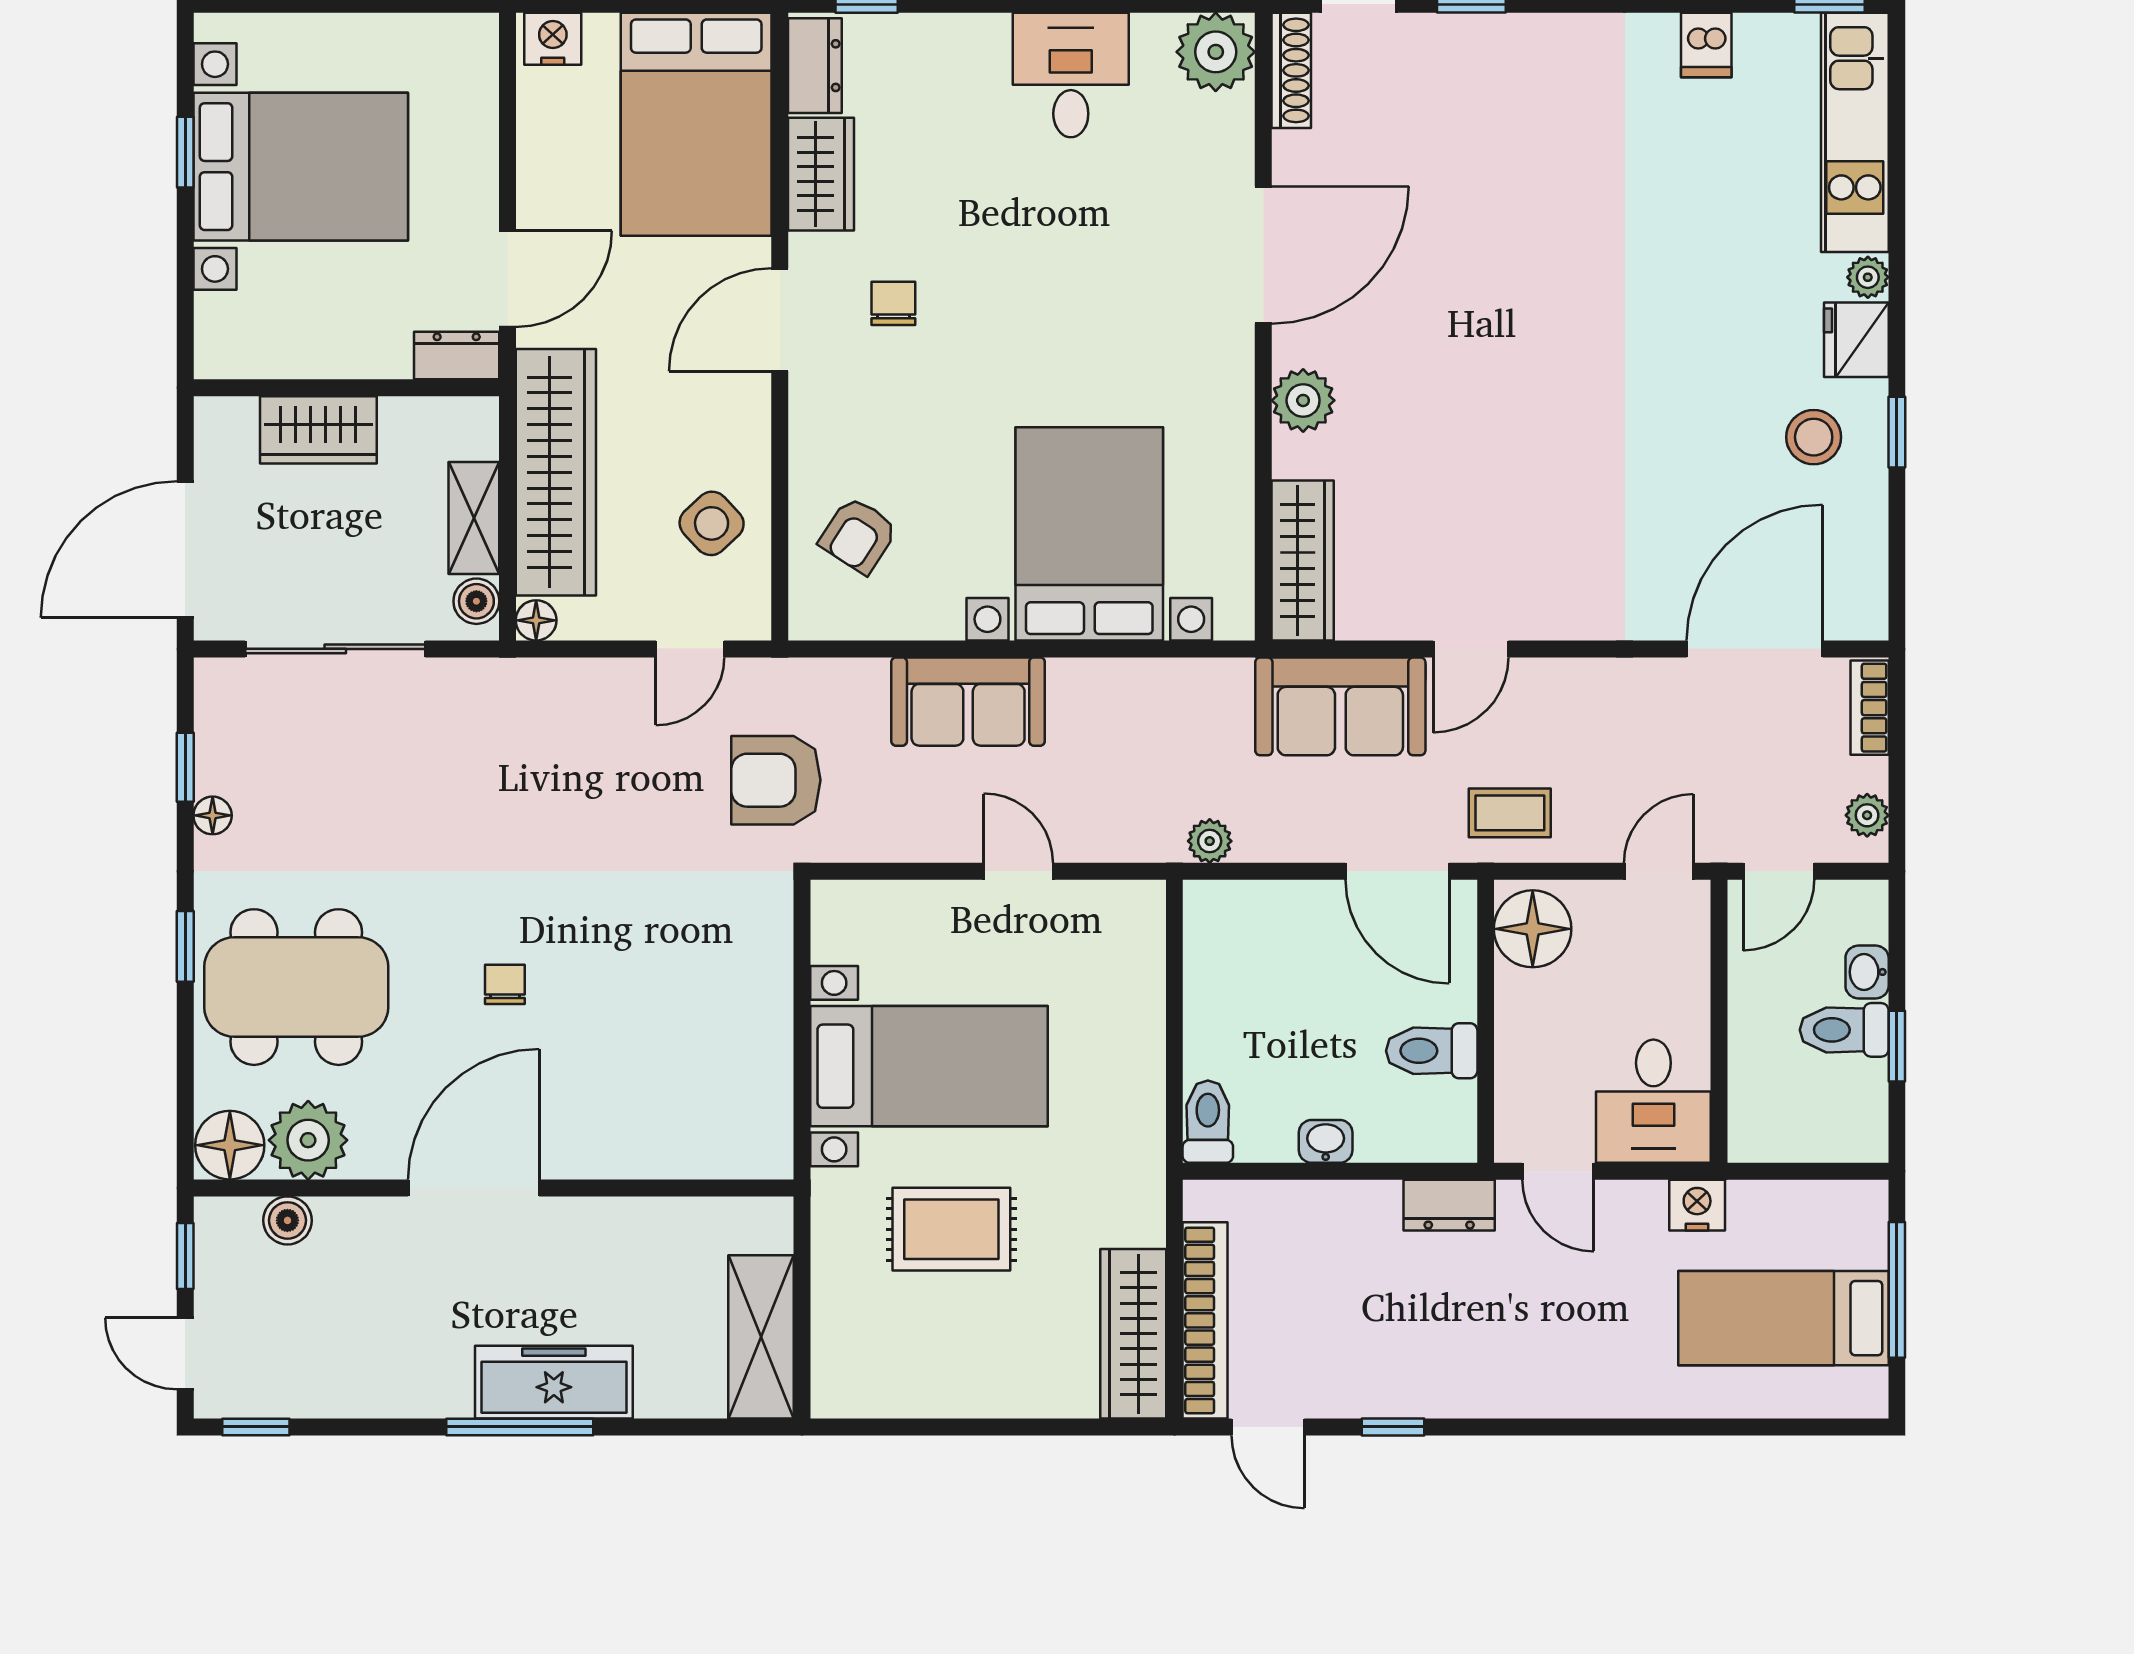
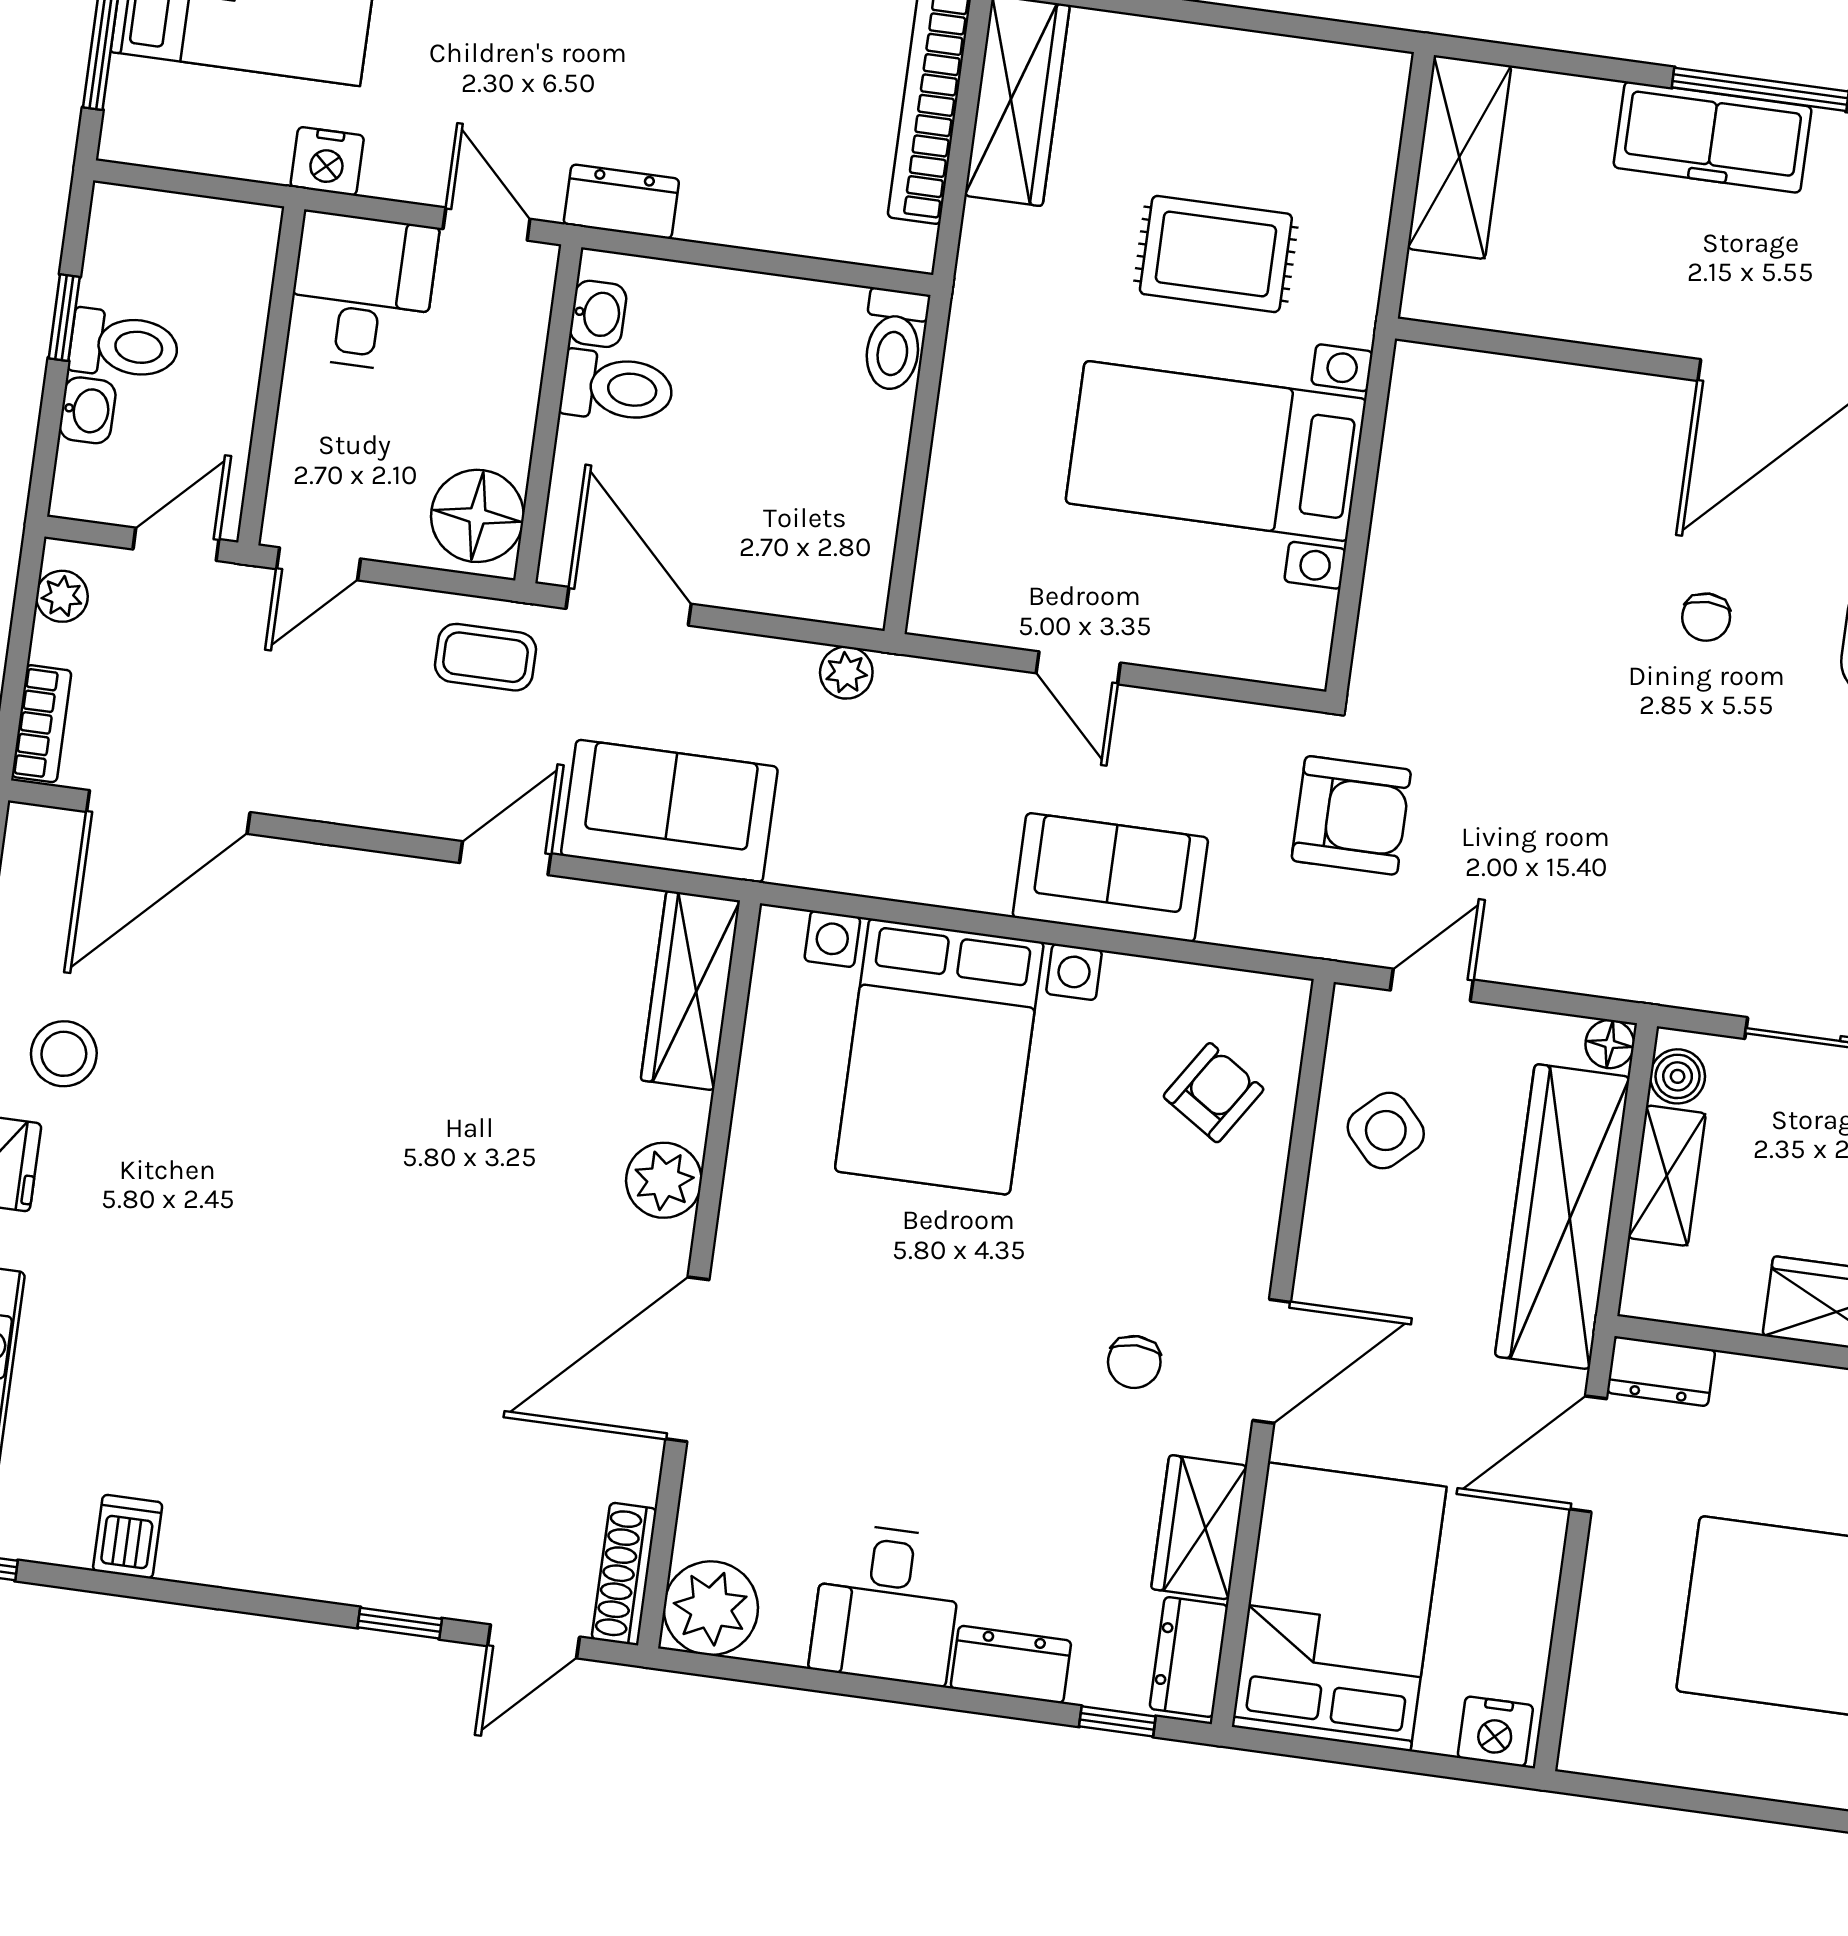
dresser: (961, 39) -> (1011, 1665), added
washbasin: (1326, 1141) -> (598, 314), moved, turned -90

